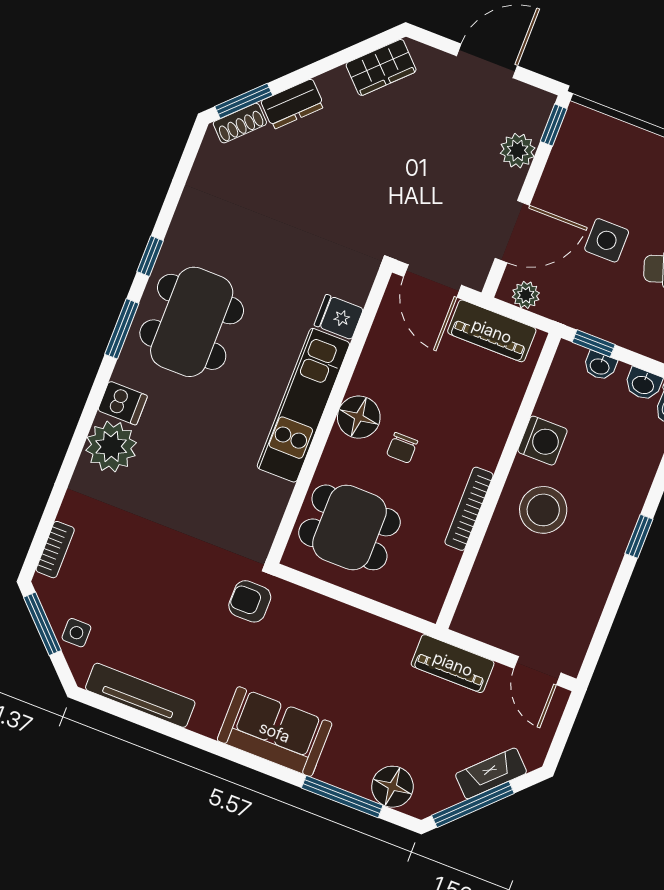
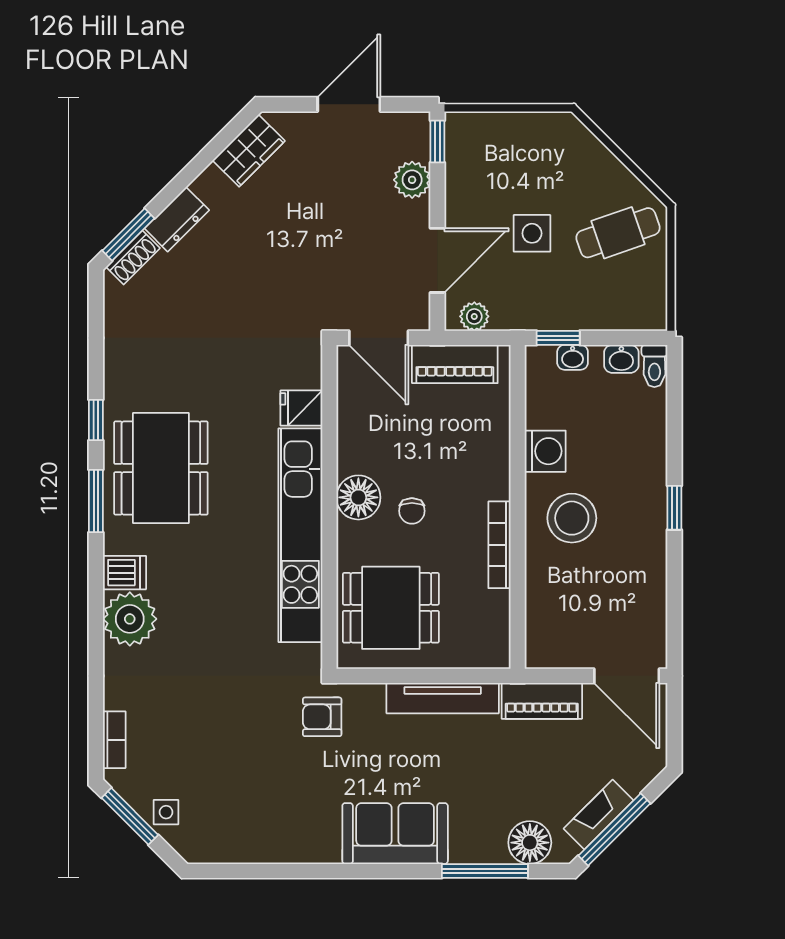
kitchen unit: (303, 405) -> (300, 535), width x1.36
door: (537, 671) -> (627, 676), width x1.38
tv unit: (140, 695) -> (443, 698), moved, turned 180
fireplace: (491, 773) -> (599, 814), moved

